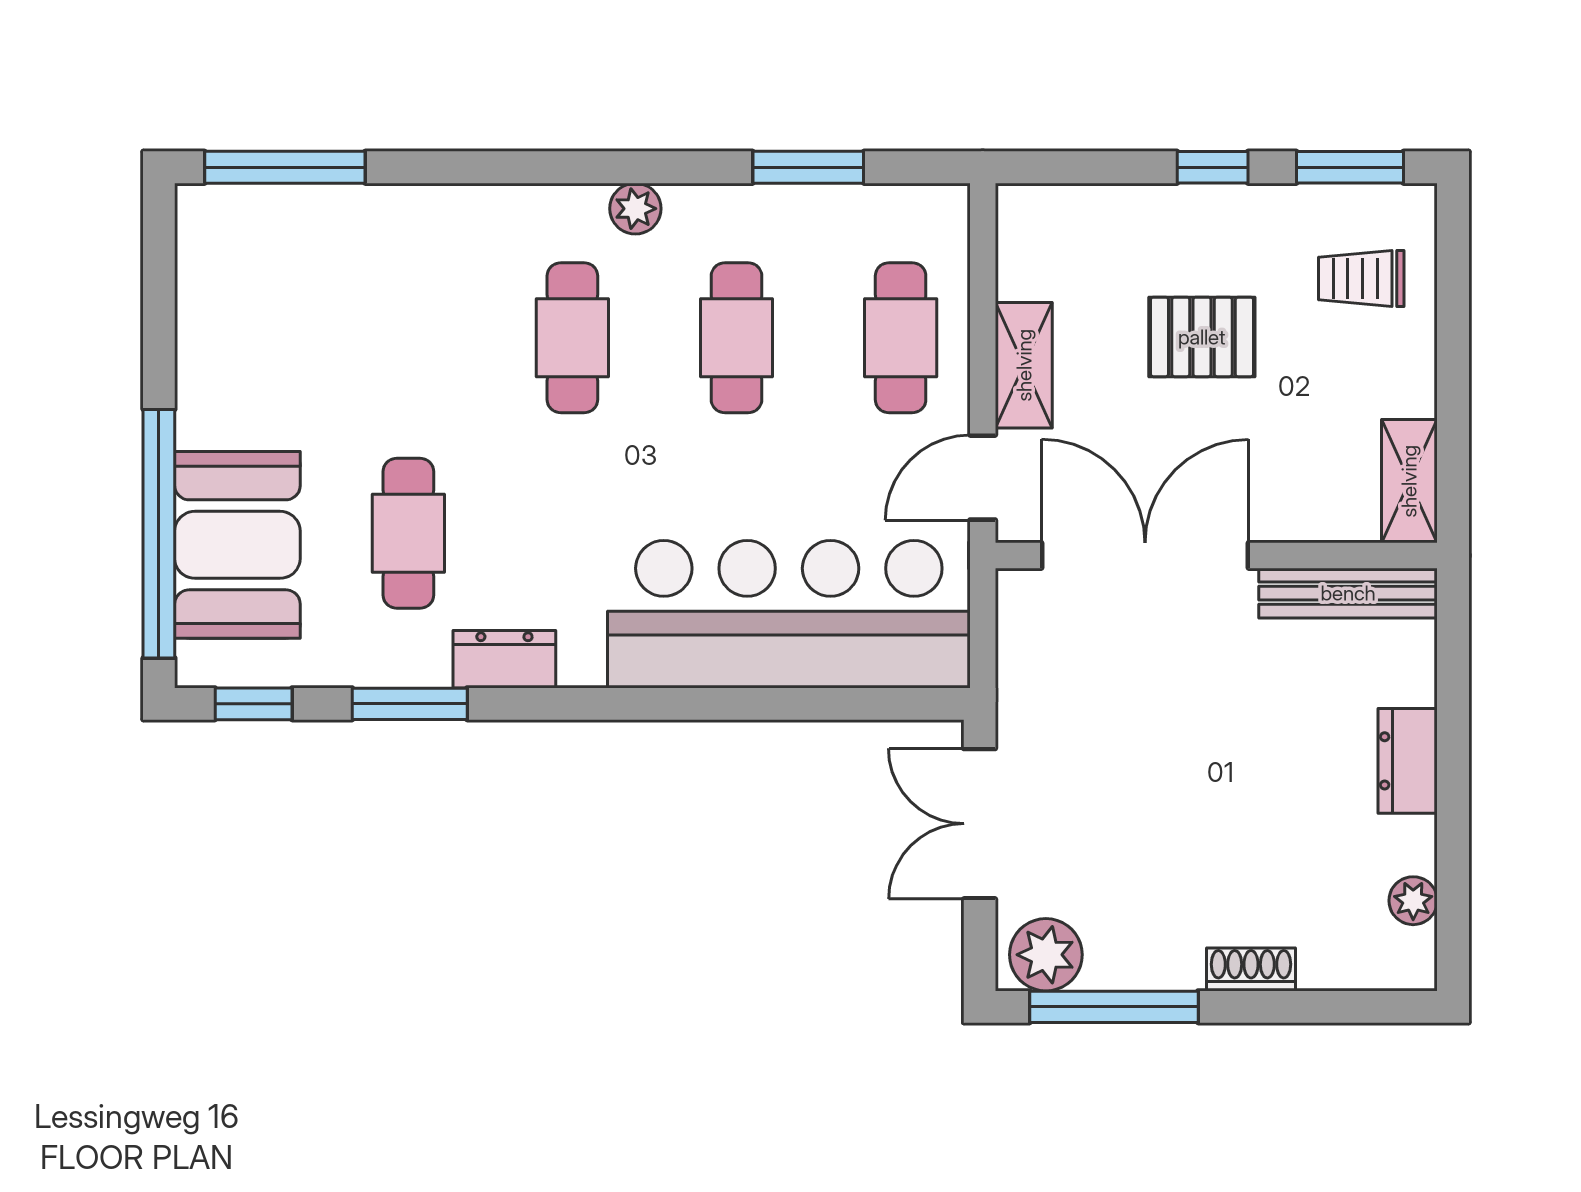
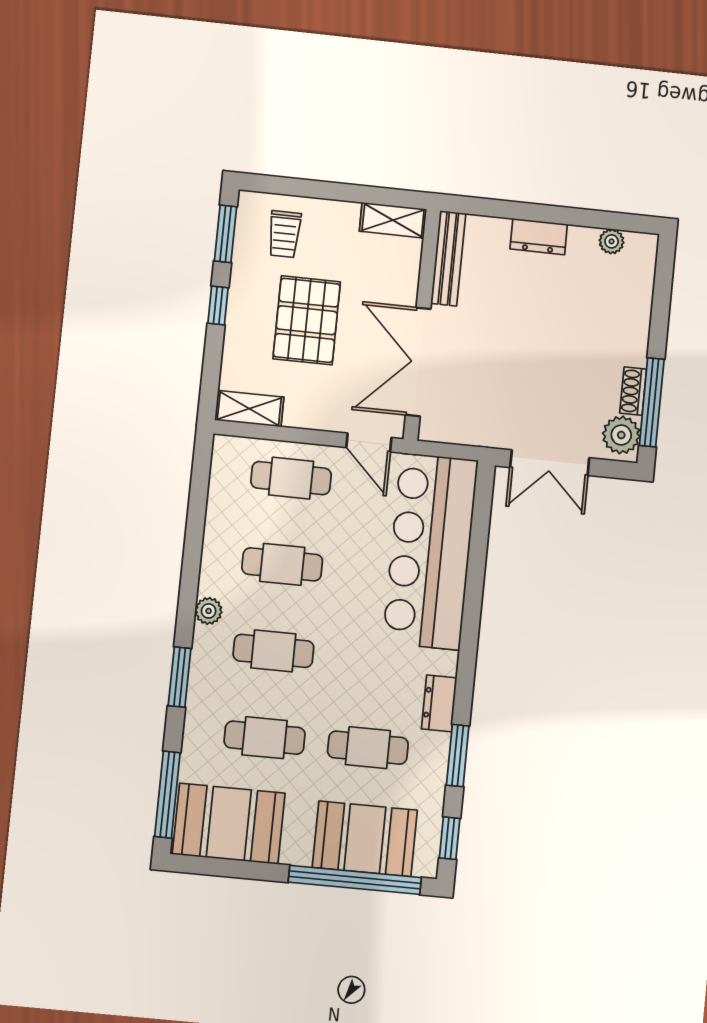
window: (808, 167) -> (180, 677), moved
booth: (242, 287) -> (229, 824), added
pallet: (1202, 337) -> (307, 320), width x1.50, depth x1.42
cafe table: (408, 338) -> (265, 738), added
shelving: (1024, 365) -> (249, 409), moved
shoe rack: (1251, 969) -> (633, 391), moved

